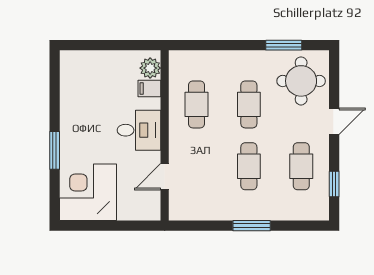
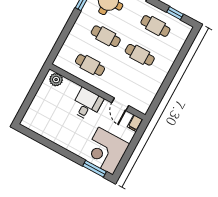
filing cabinet: (149, 88) -> (135, 123), moved
window: (55, 150) -> (94, 169), moved
window: (252, 226) -> (173, 71), removed

